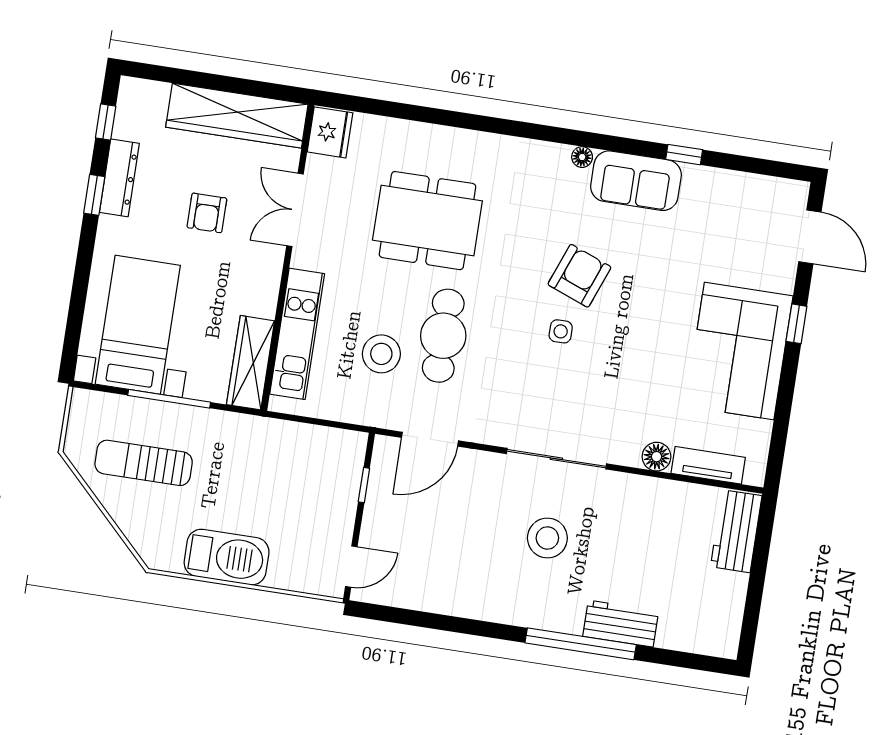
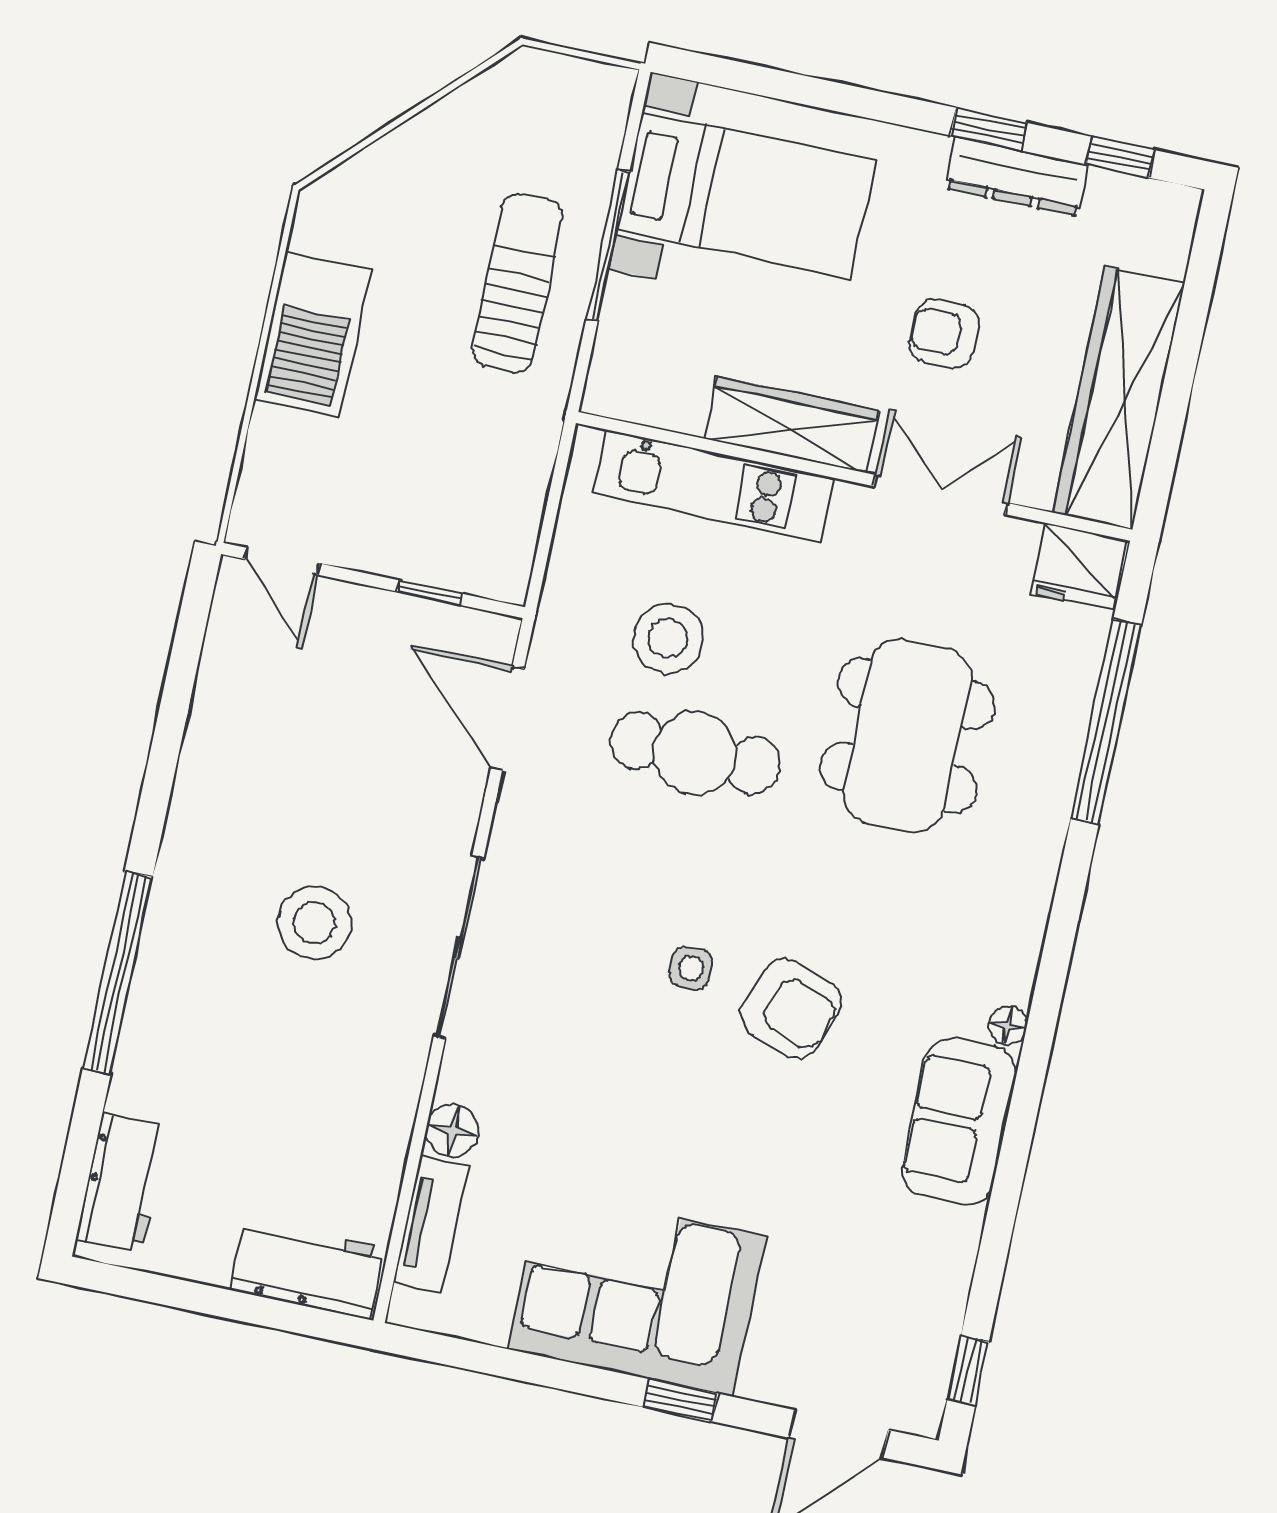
window: (414, 113) -> (1106, 722), added
window: (684, 155) -> (968, 1371), moved
wardrobe: (251, 363) -> (792, 425), moved
sun lounger: (144, 463) -> (517, 283), moved
workbench: (621, 624) -> (122, 1182), moved

